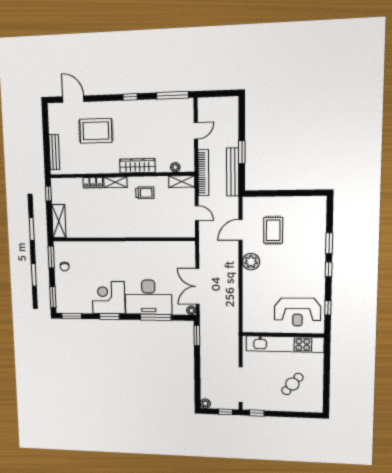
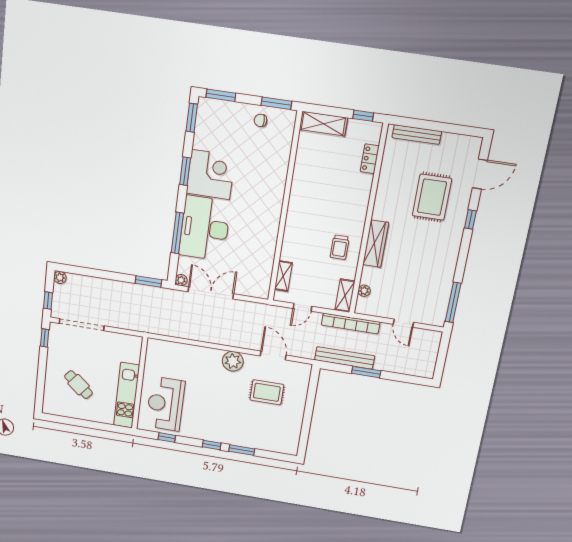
window: (130, 97) -> (470, 219), moved
shelving: (115, 182) -> (283, 276), moved
locker: (93, 183) -> (370, 159), moved
kitchen unit: (285, 344) -> (127, 395), width x0.73

